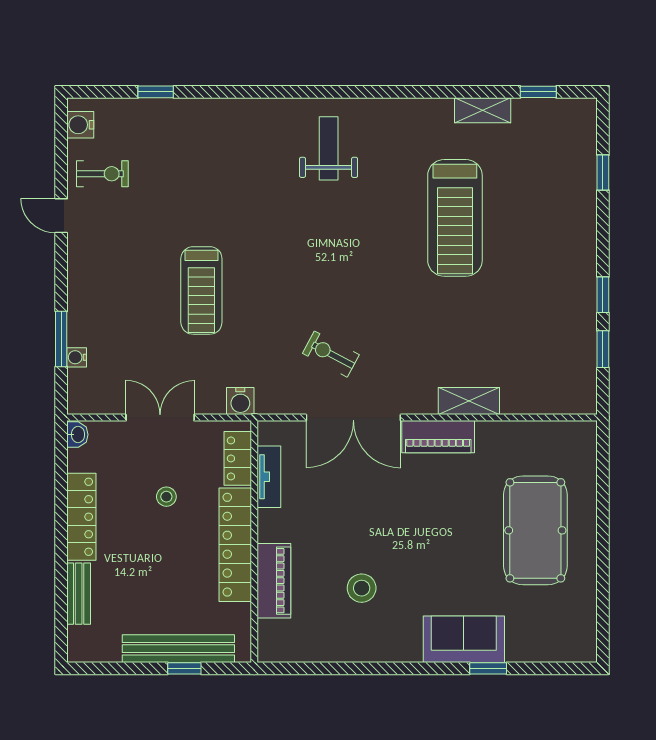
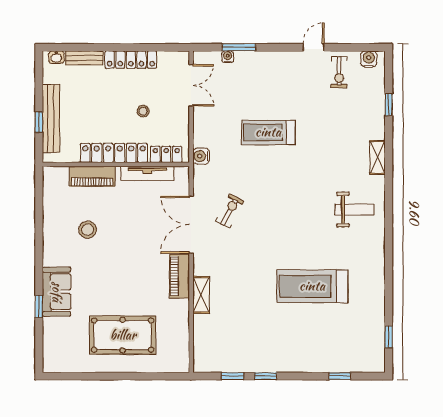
shelving: (483, 110) -> (378, 157), moved
double door: (160, 418) -> (191, 85), moved
washbasin: (77, 435) -> (56, 57), moved
tv unit: (269, 477) -> (147, 173), width x1.41

